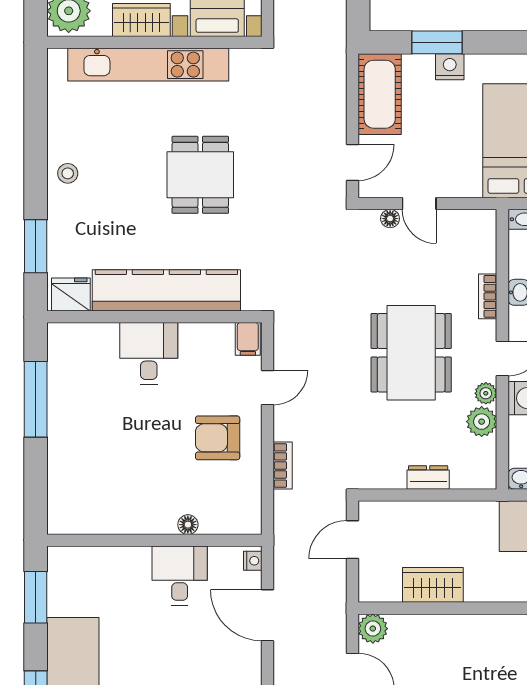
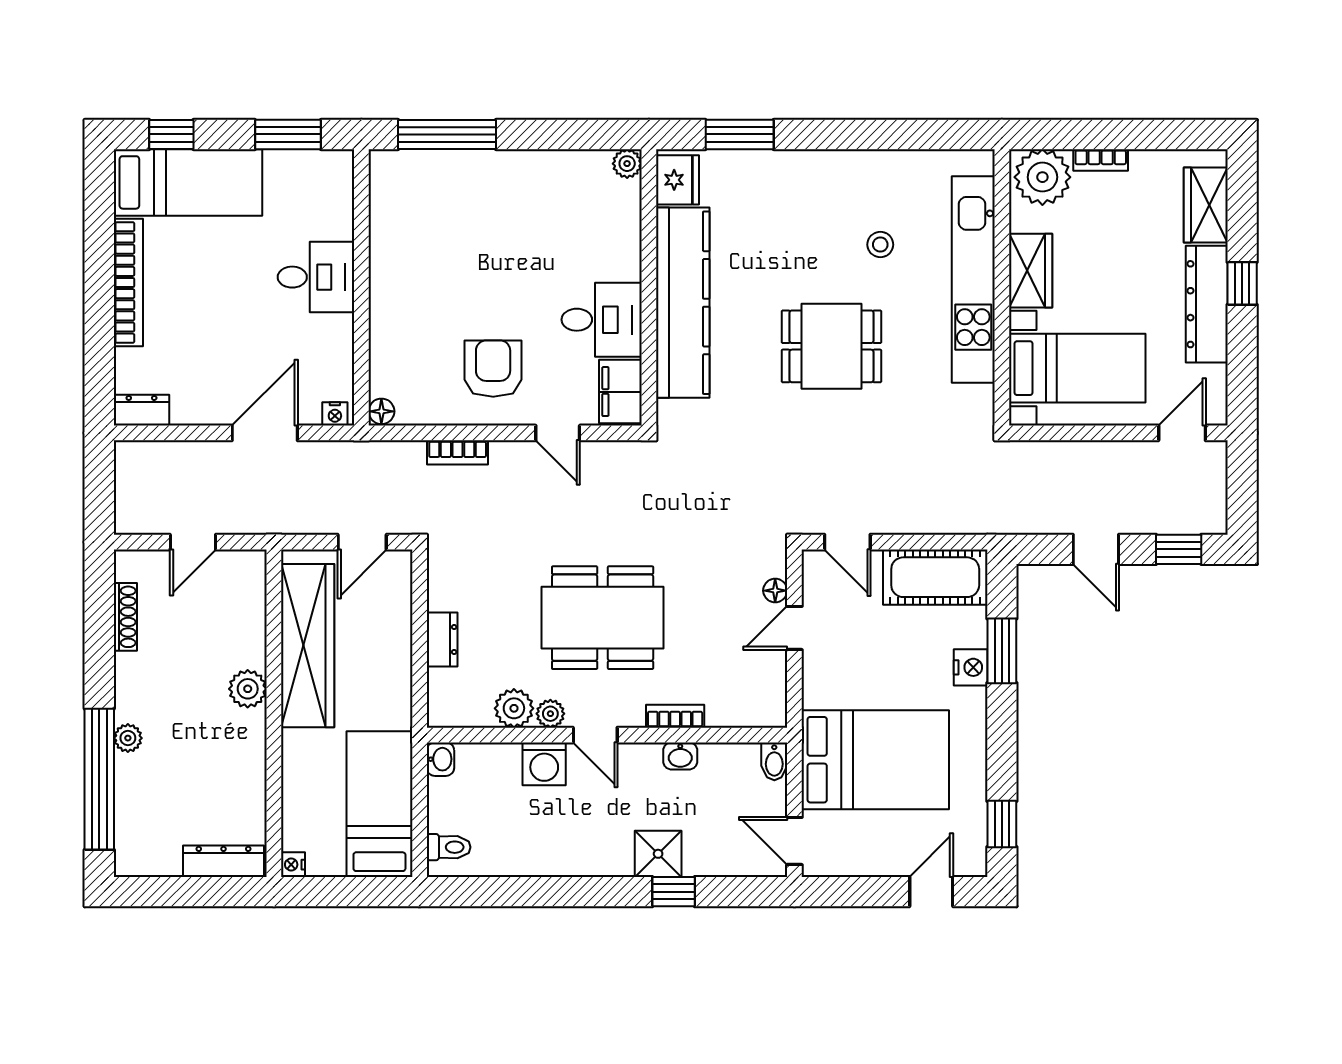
stool: (68, 173) -> (880, 245), moved
plant: (58, 334) -> (627, 164), added
filing cabinet: (248, 339) -> (620, 392), width x2.00
desk: (149, 353) -> (602, 320), moved
window: (36, 399) -> (447, 134), moved
floor lamp: (188, 525) -> (381, 411), moved
door: (352, 540) -> (362, 542), swing flipped
desk: (180, 576) -> (316, 277), moved
wardrobe: (433, 585) -> (308, 646), width x2.10, depth x1.17
plant: (373, 629) -> (248, 689), moved

